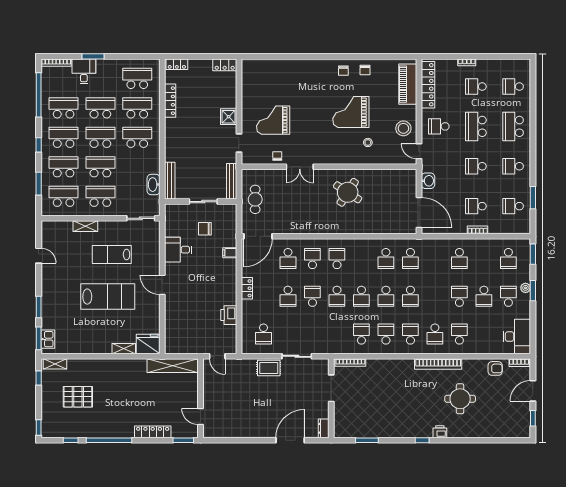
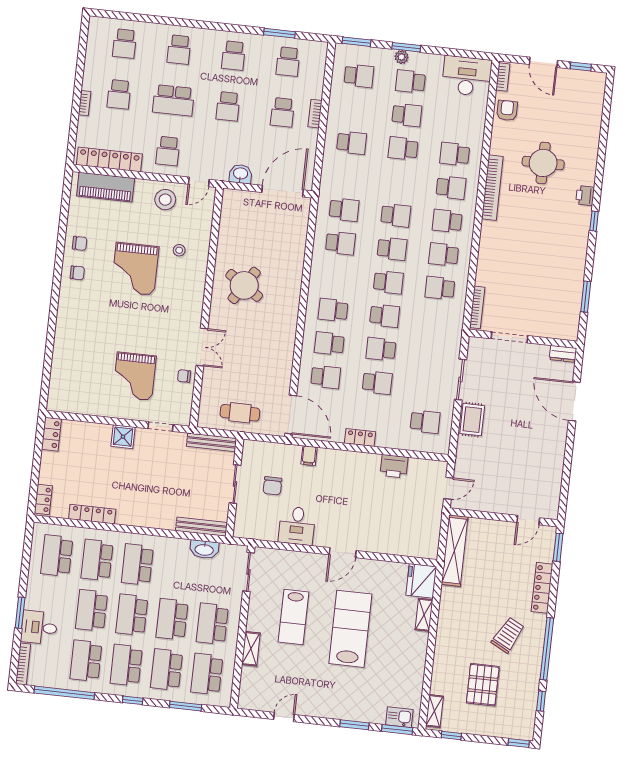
school desk: (513, 126) -> (179, 50), width x0.54
trolley: (116, 411) -> (508, 635), added

